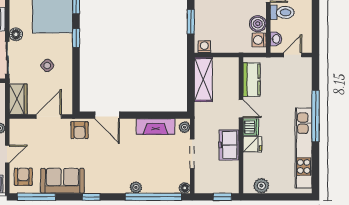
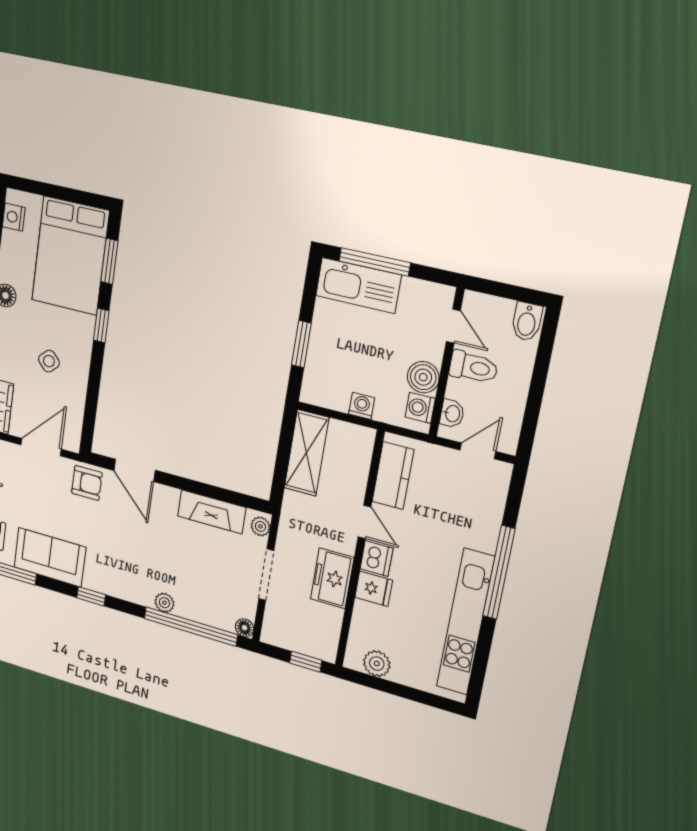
washing machine: (204, 47) -> (362, 406), moved
armchair: (80, 130) -> (87, 483), turned -90

